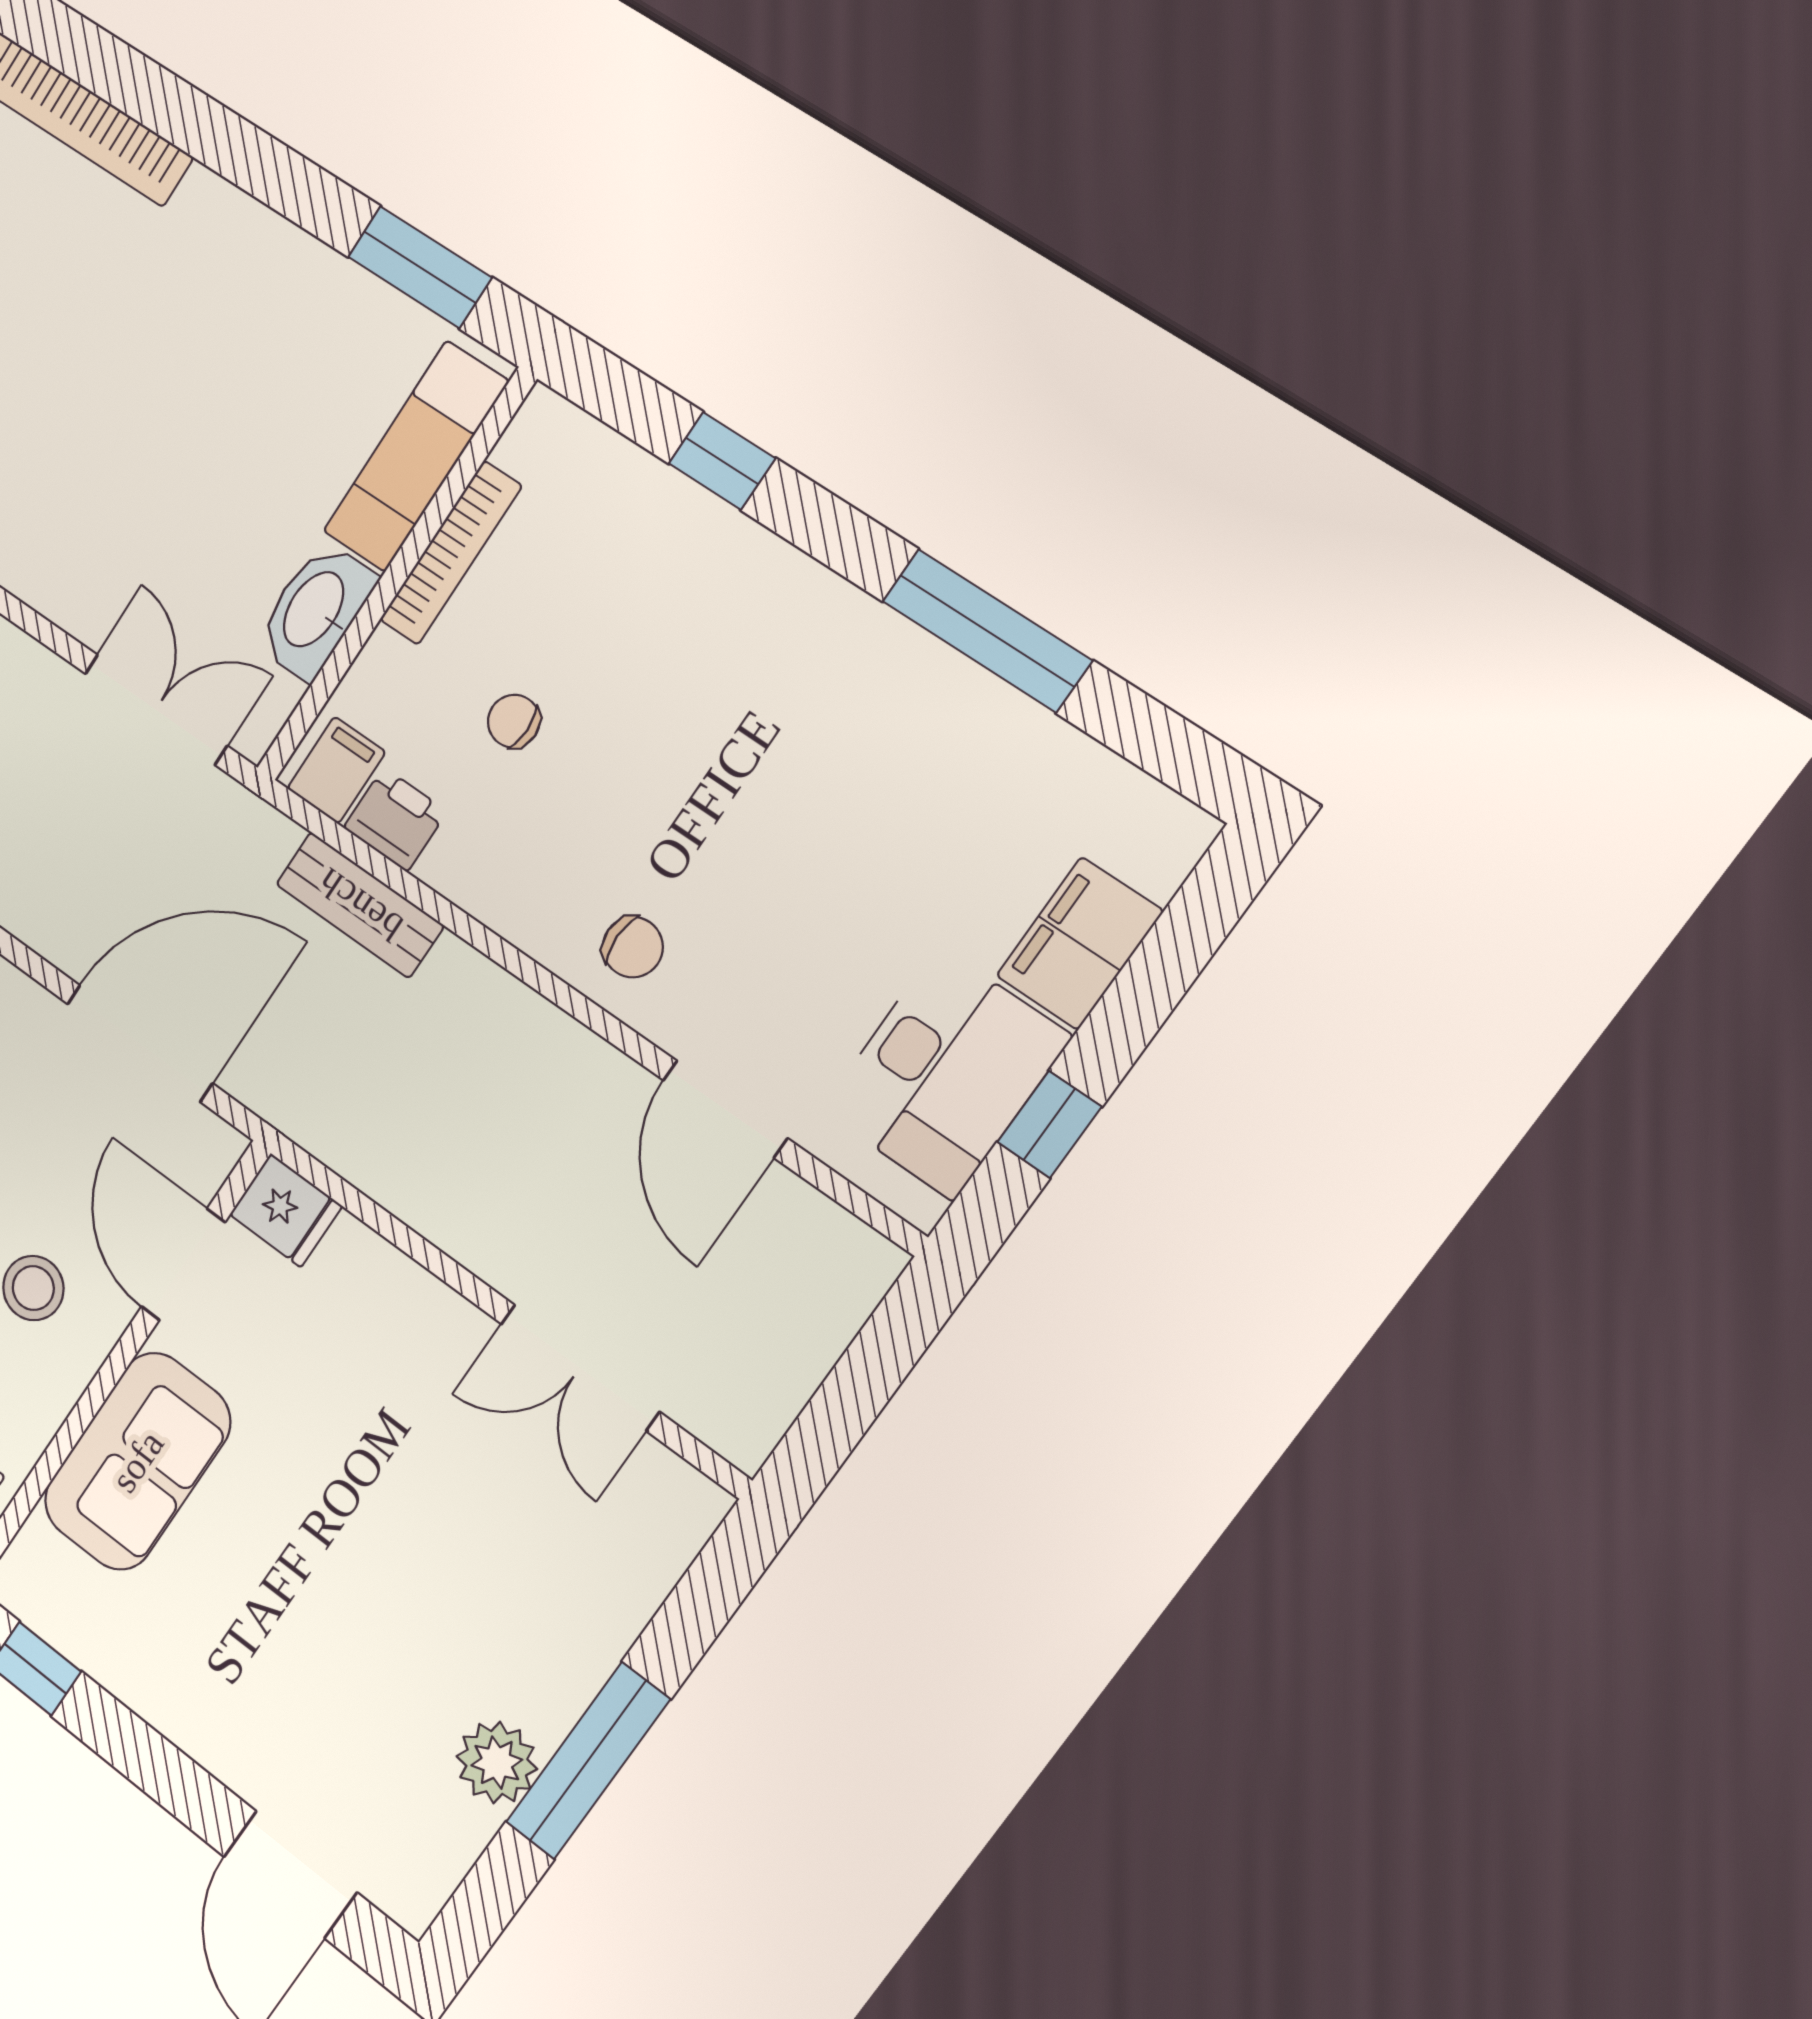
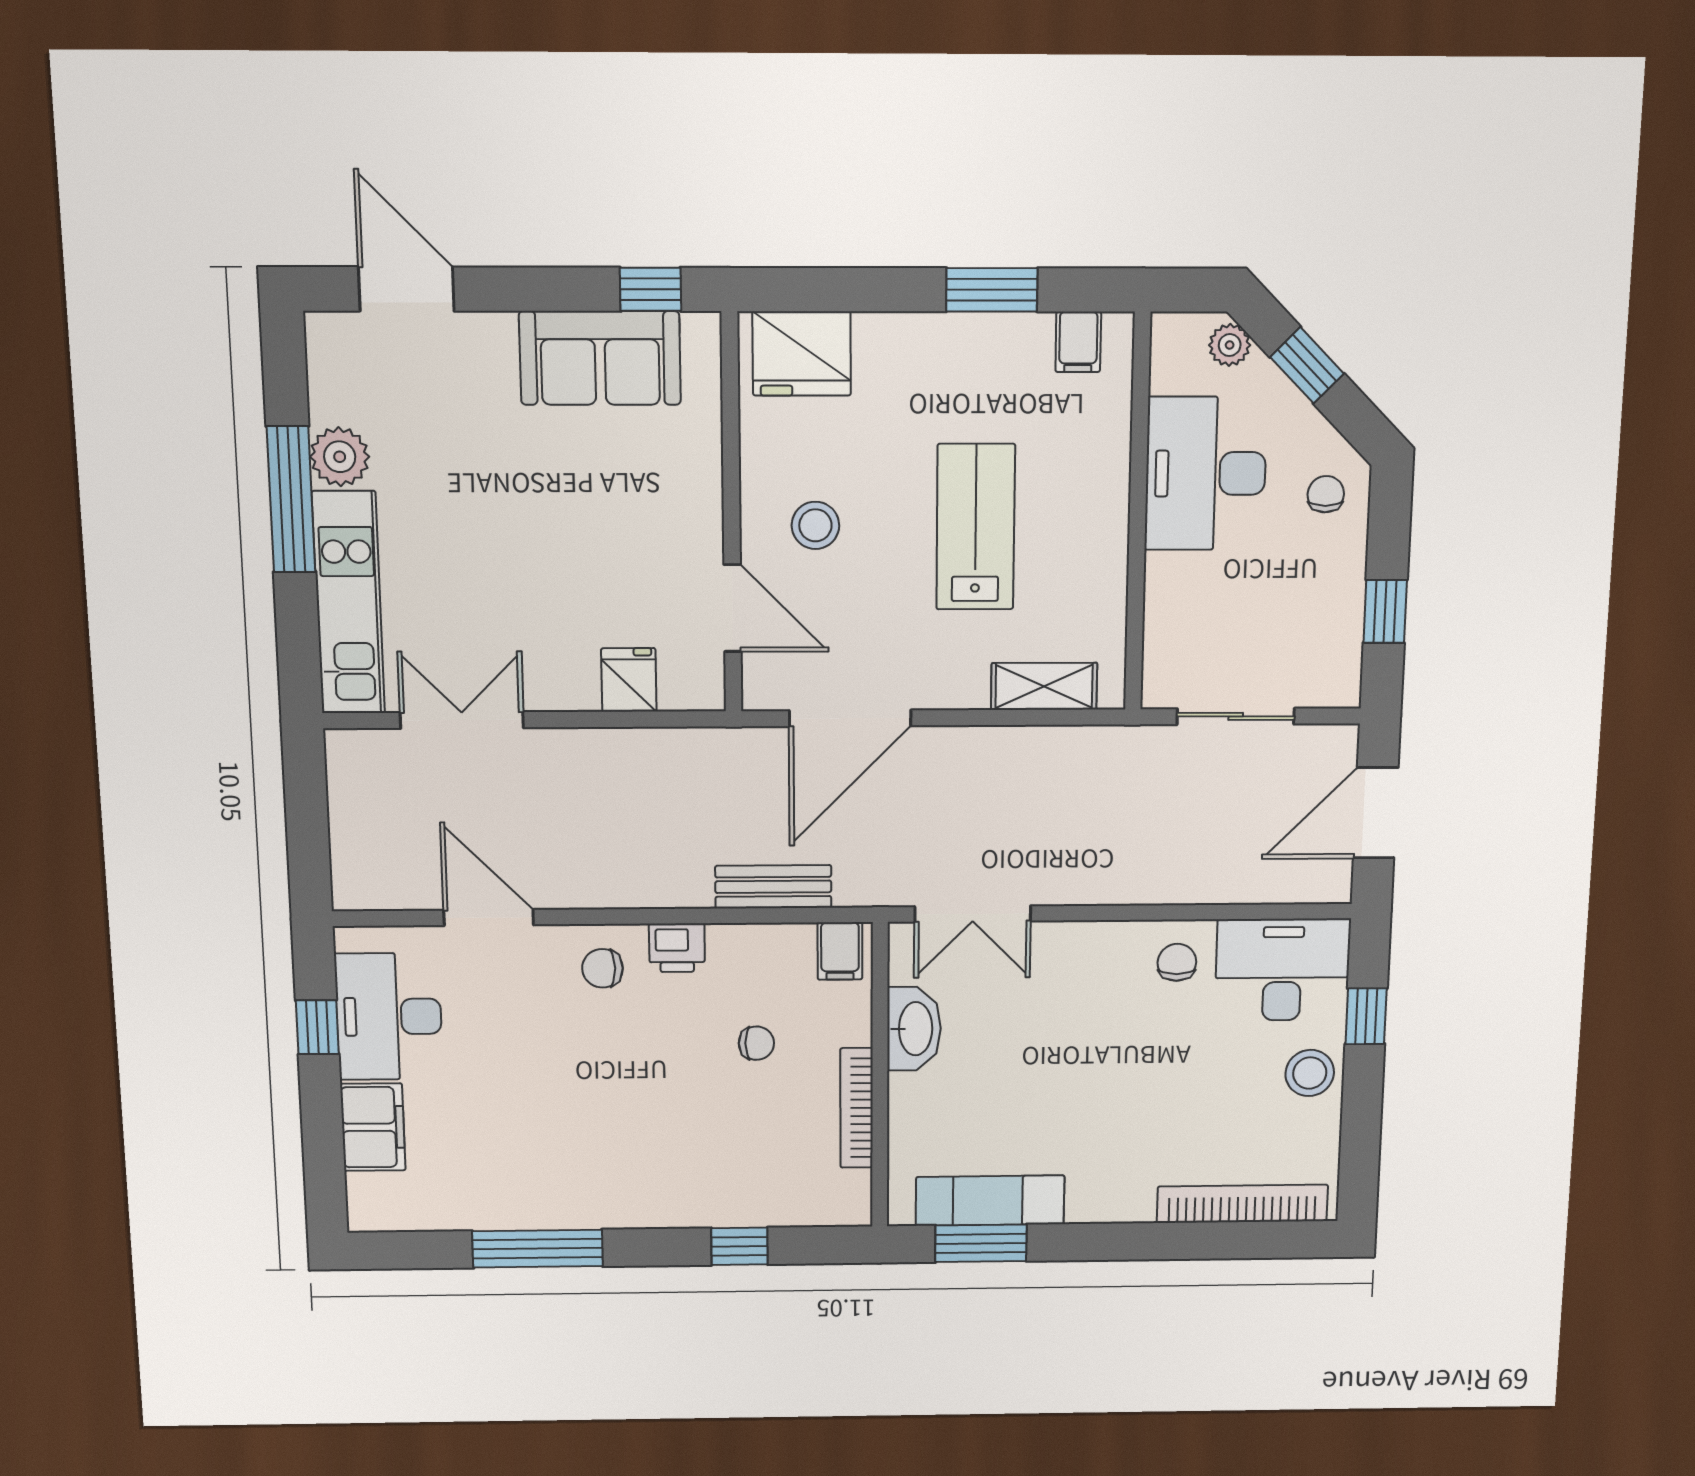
exam couch: (416, 457) -> (990, 1201), moved, turned -90
printer: (395, 820) -> (677, 948), moved
fridge: (286, 1210) -> (629, 680), moved, turned 90
sofa: (137, 1461) -> (600, 358), moved, turned -90
kitchen unit: (610, 1599) -> (349, 603), added

